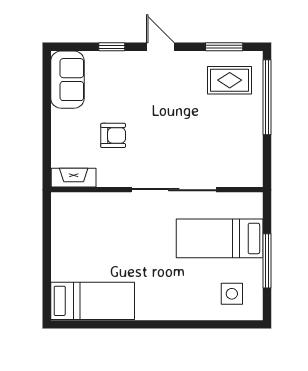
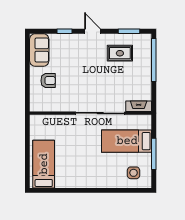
rug: (230, 80) -> (120, 53), moved
armchair: (113, 135) -> (48, 81), moved
fireplace: (74, 178) -> (139, 106), moved
bed: (93, 301) -> (44, 164), moved, turned -90

